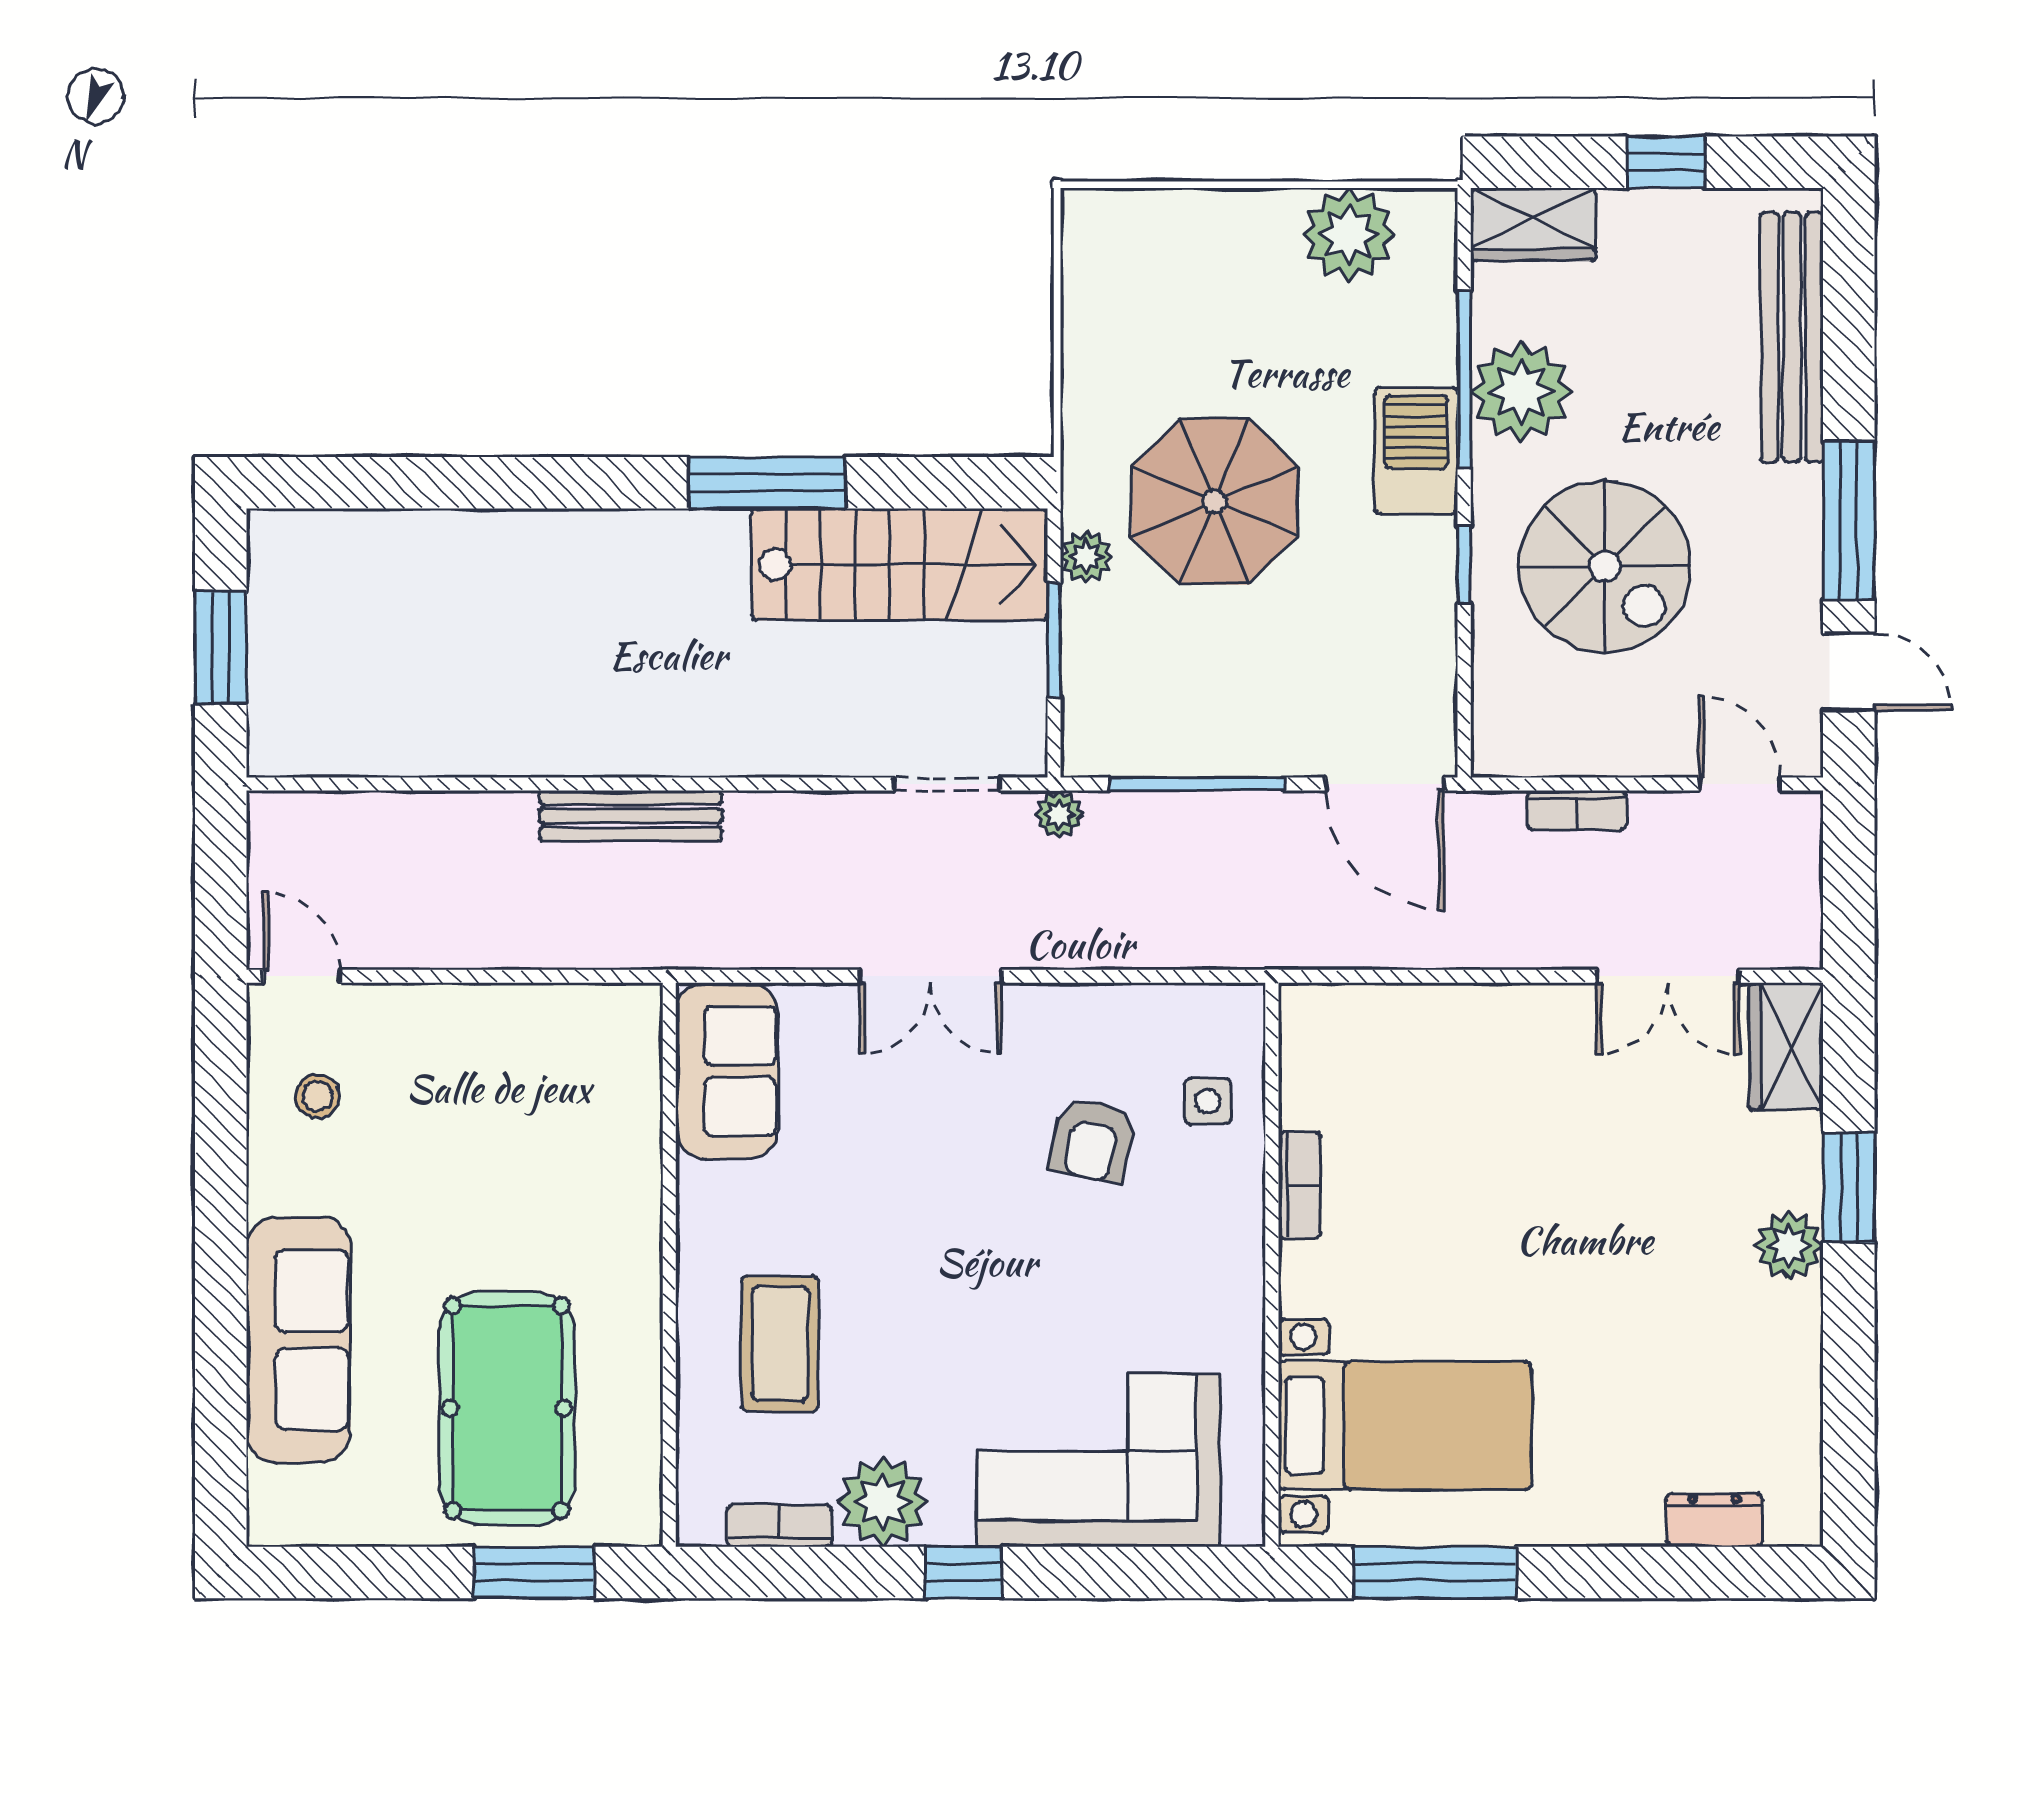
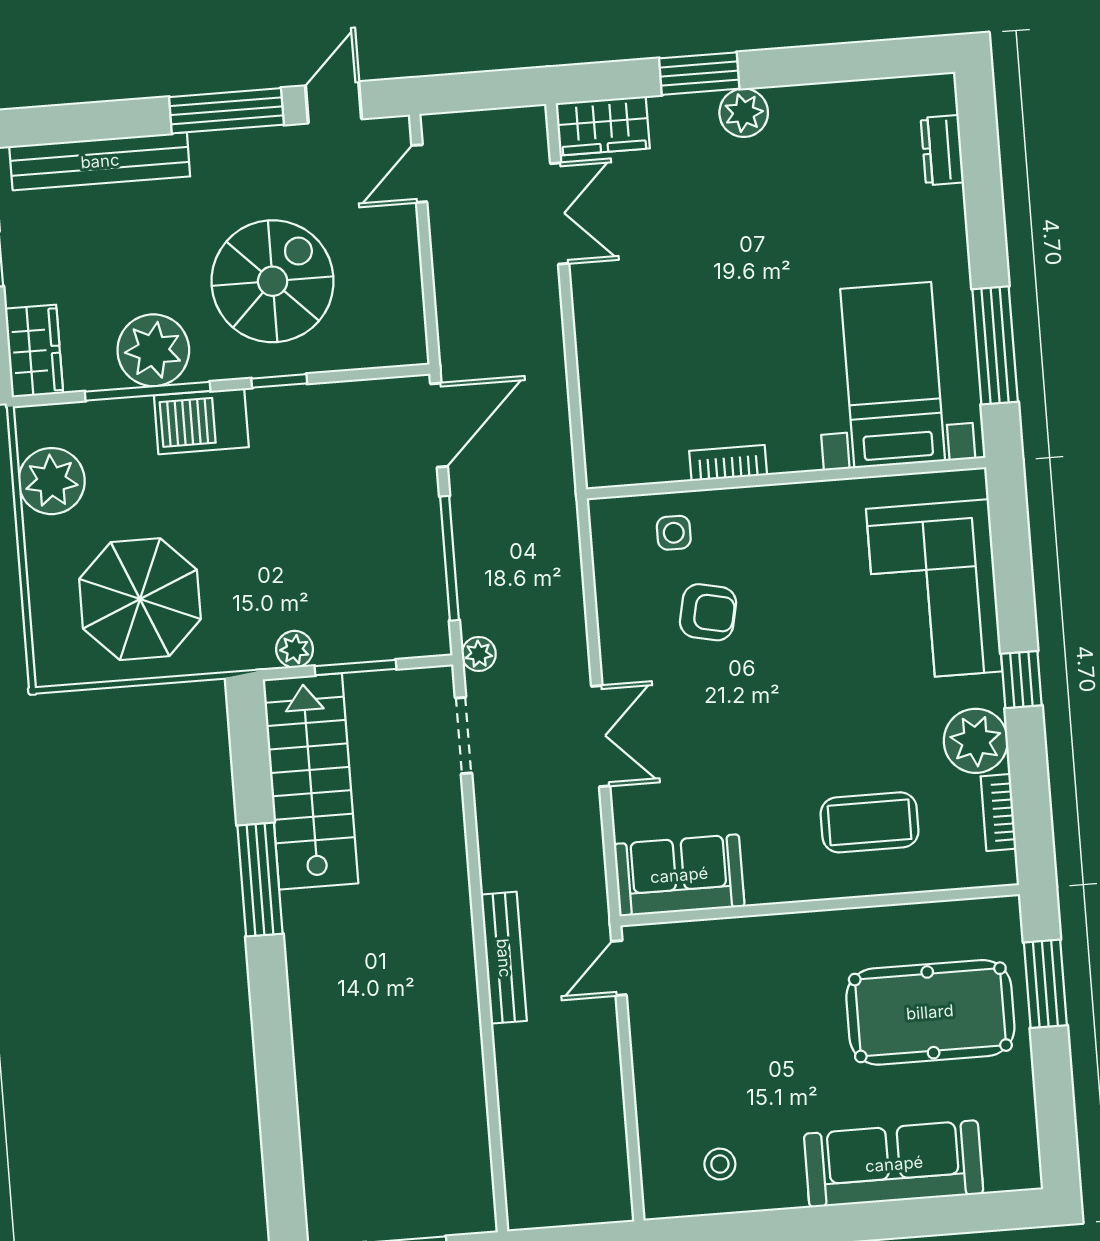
parasol: (1215, 501) -> (140, 599), moved
bookcase: (1577, 810) -> (447, 287), removed
door: (302, 976) -> (619, 968), moved

